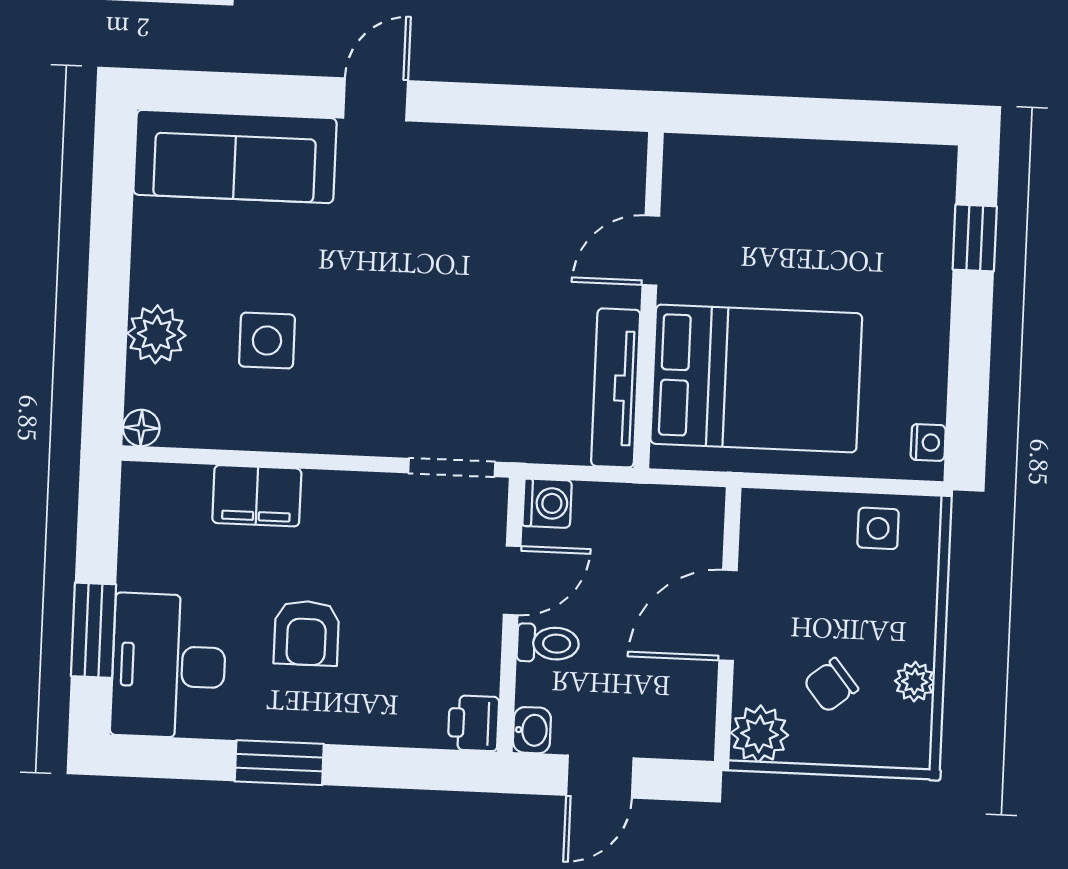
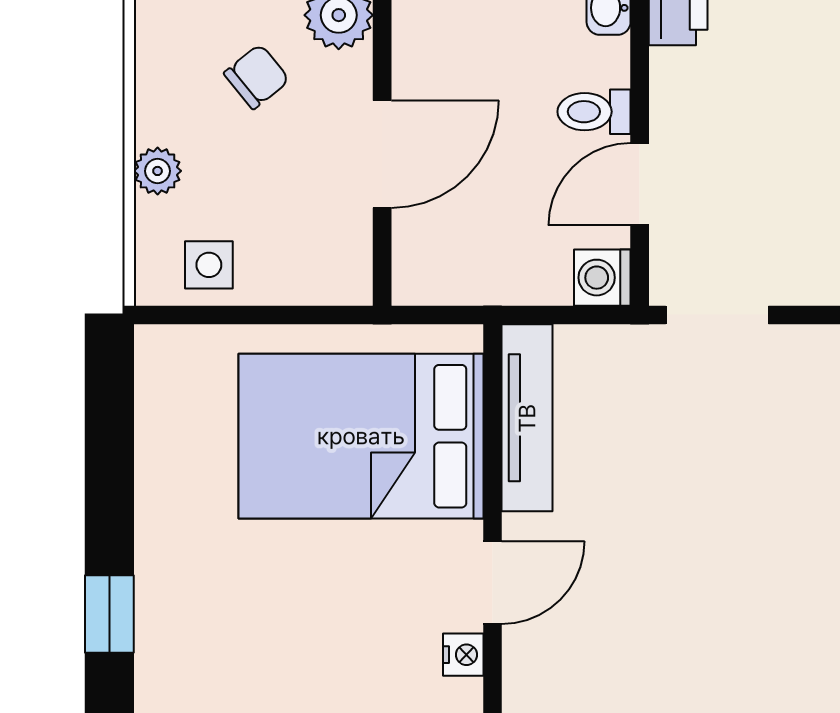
nightstand: (928, 442) -> (463, 655), moved, turned 180
plant: (915, 682) -> (158, 171), moved

